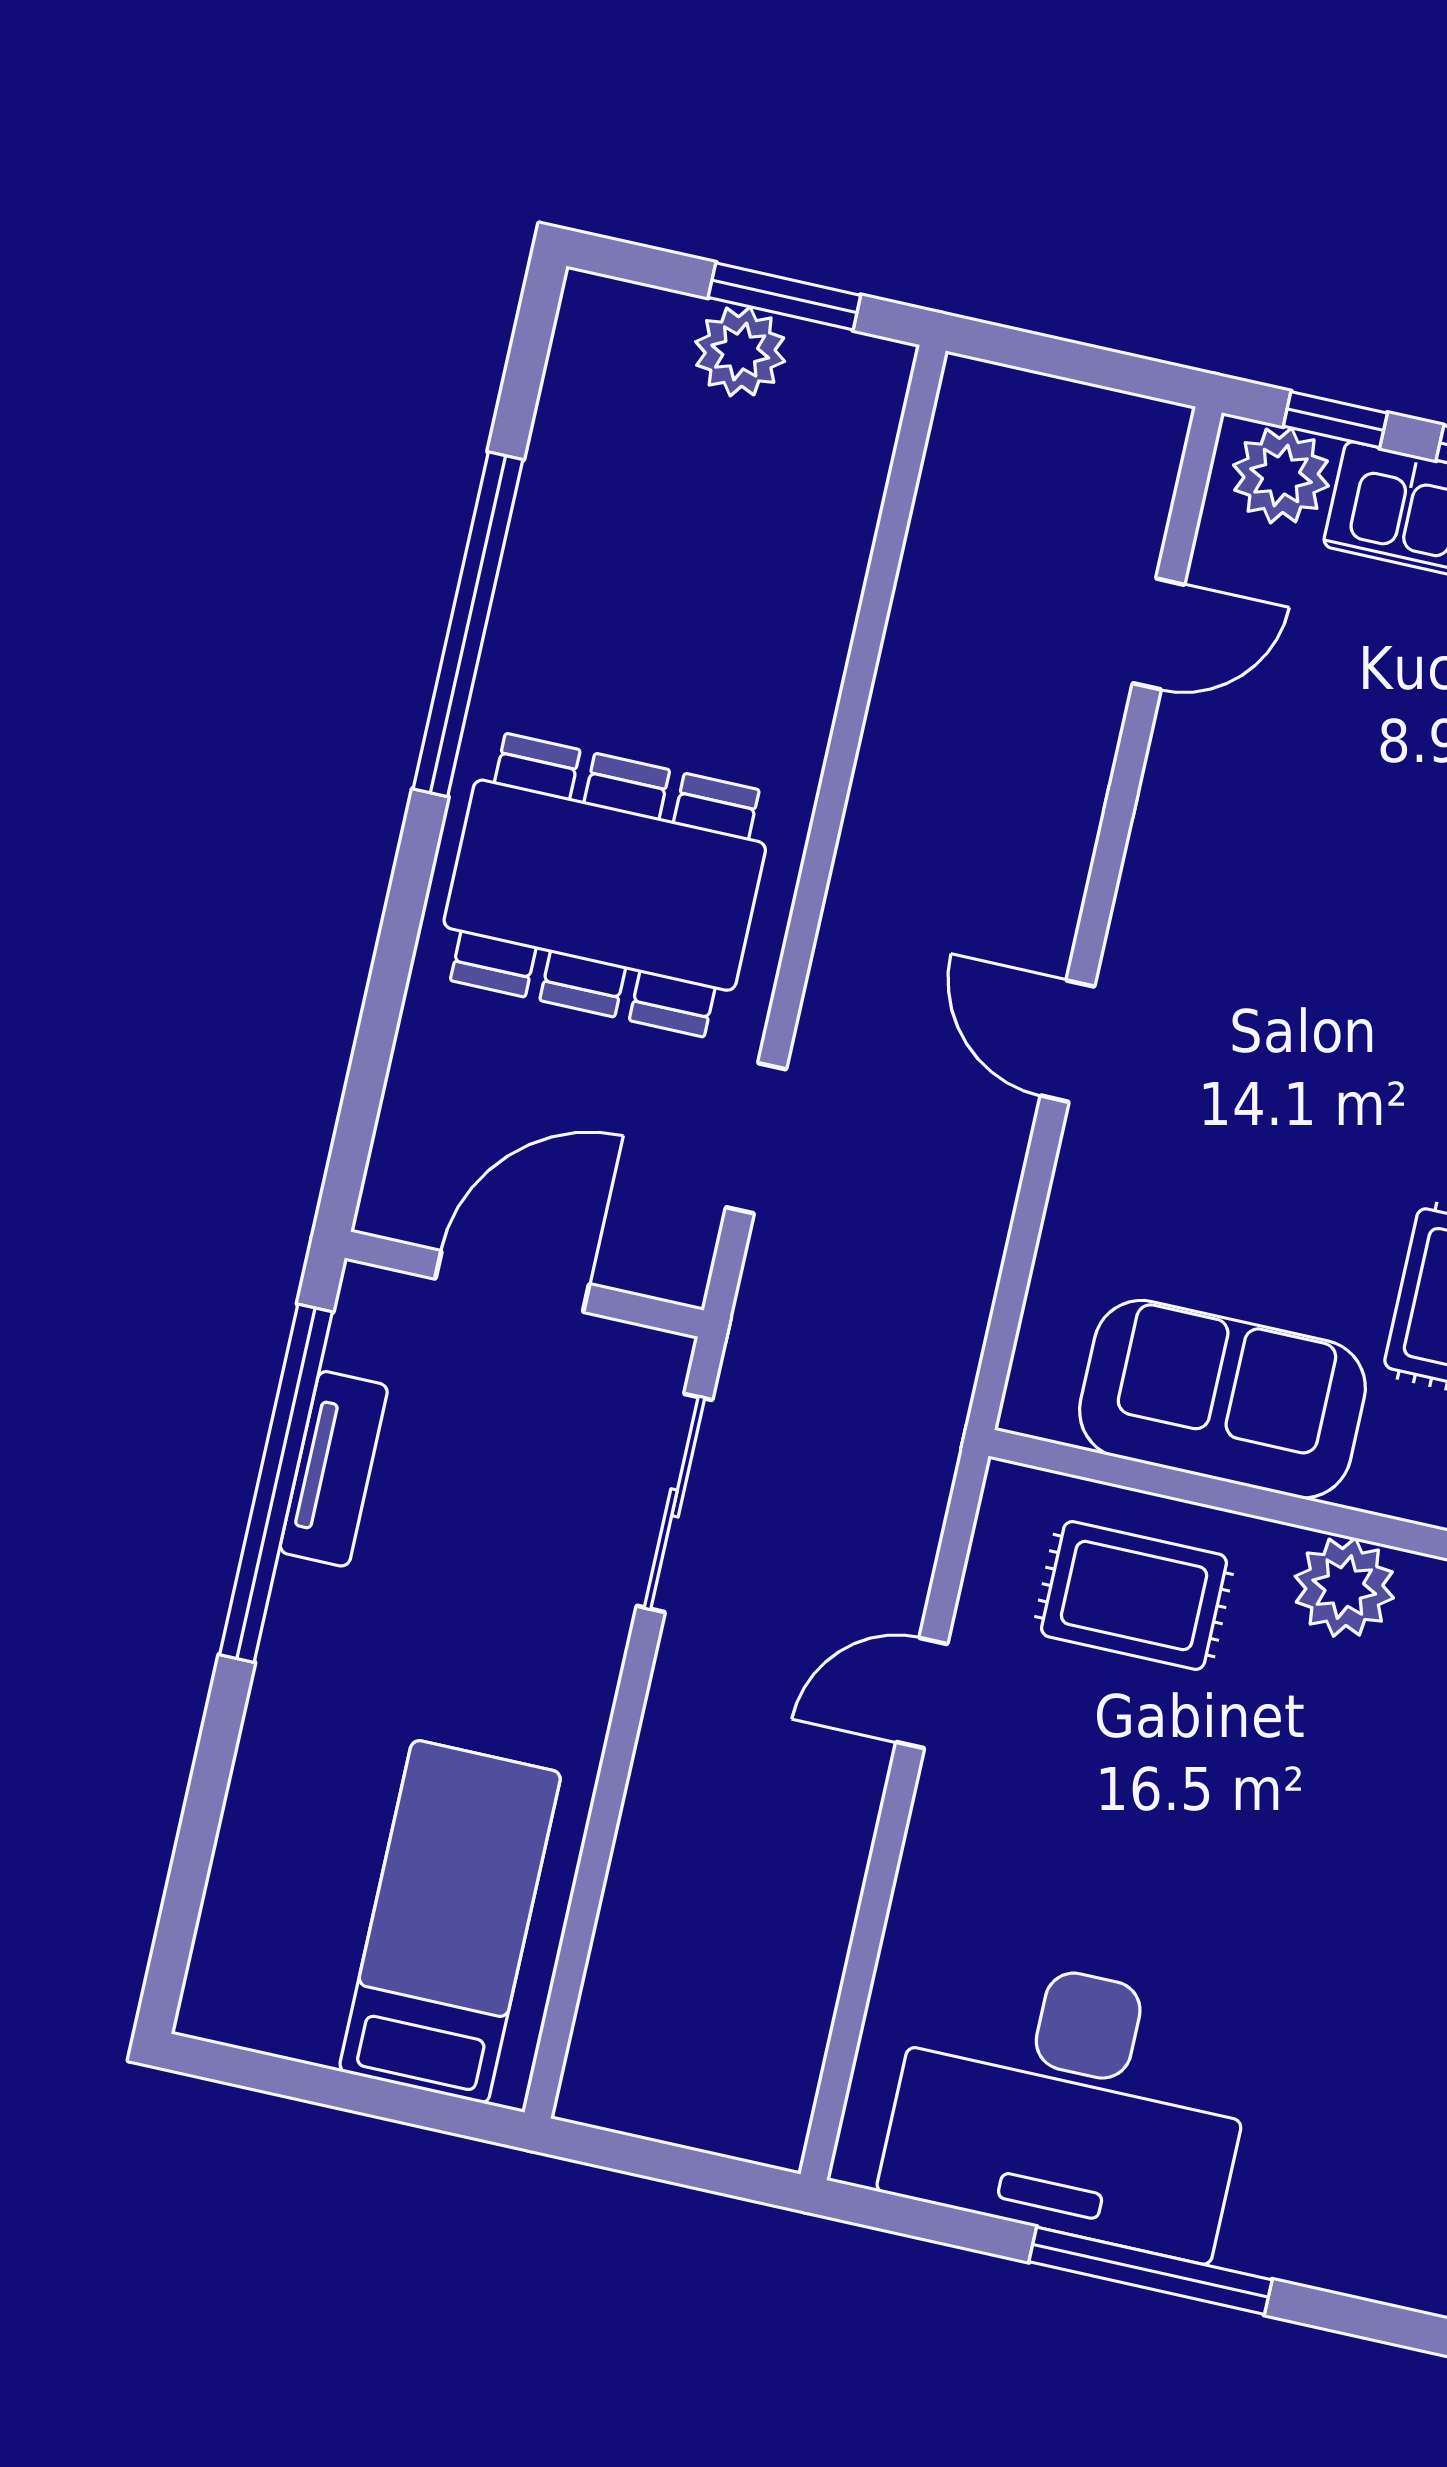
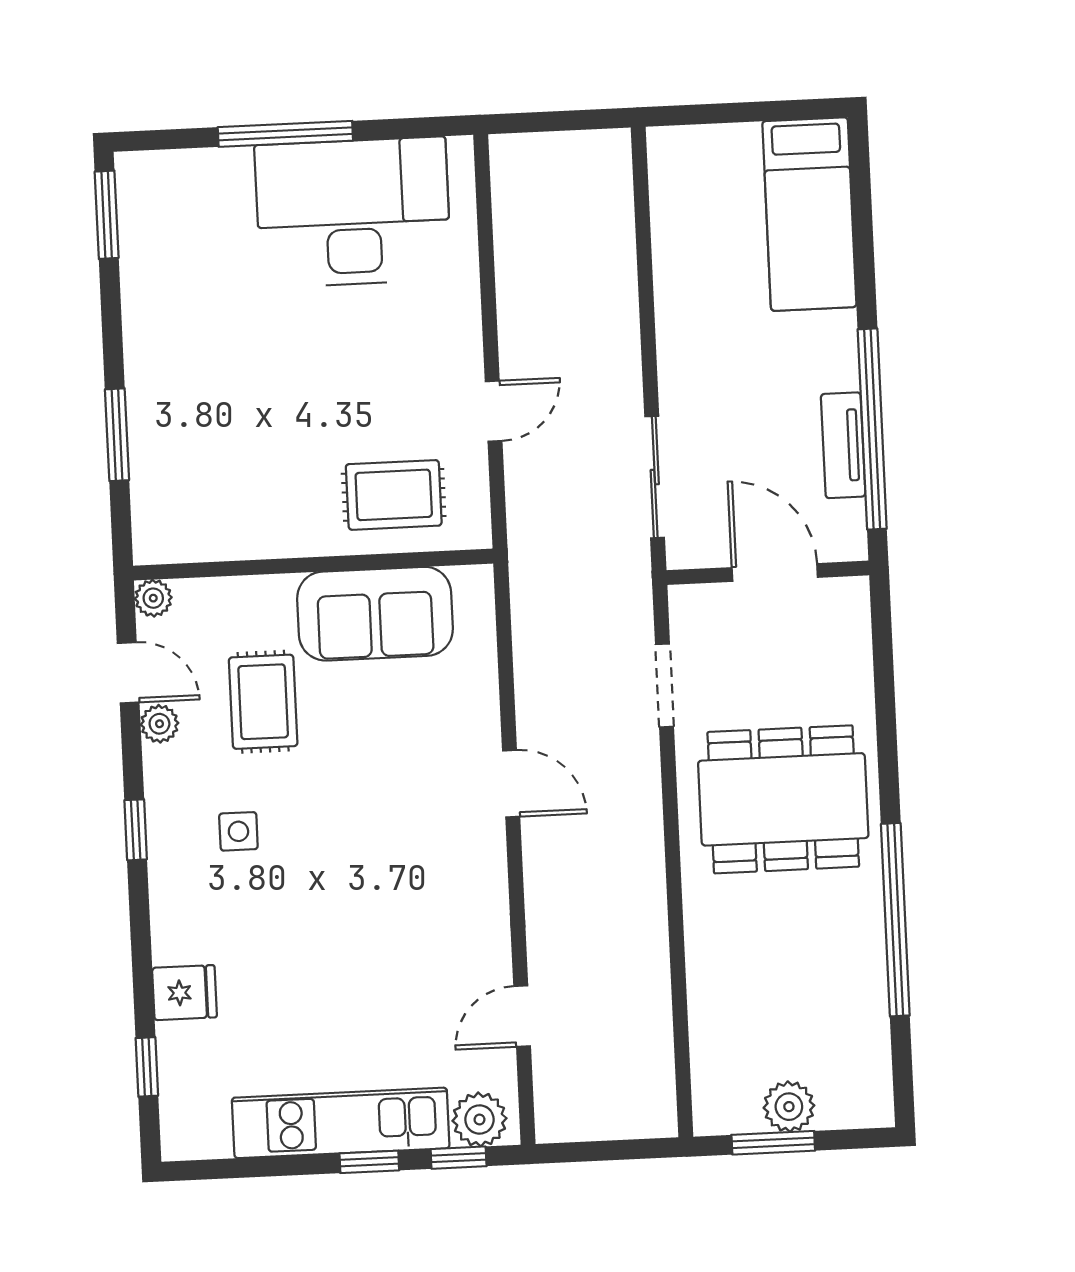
door: (512, 1281) -> (775, 572), swing flipped
plant: (1344, 1587) -> (282, 530), removed
bed: (450, 1922) -> (809, 214), moved

